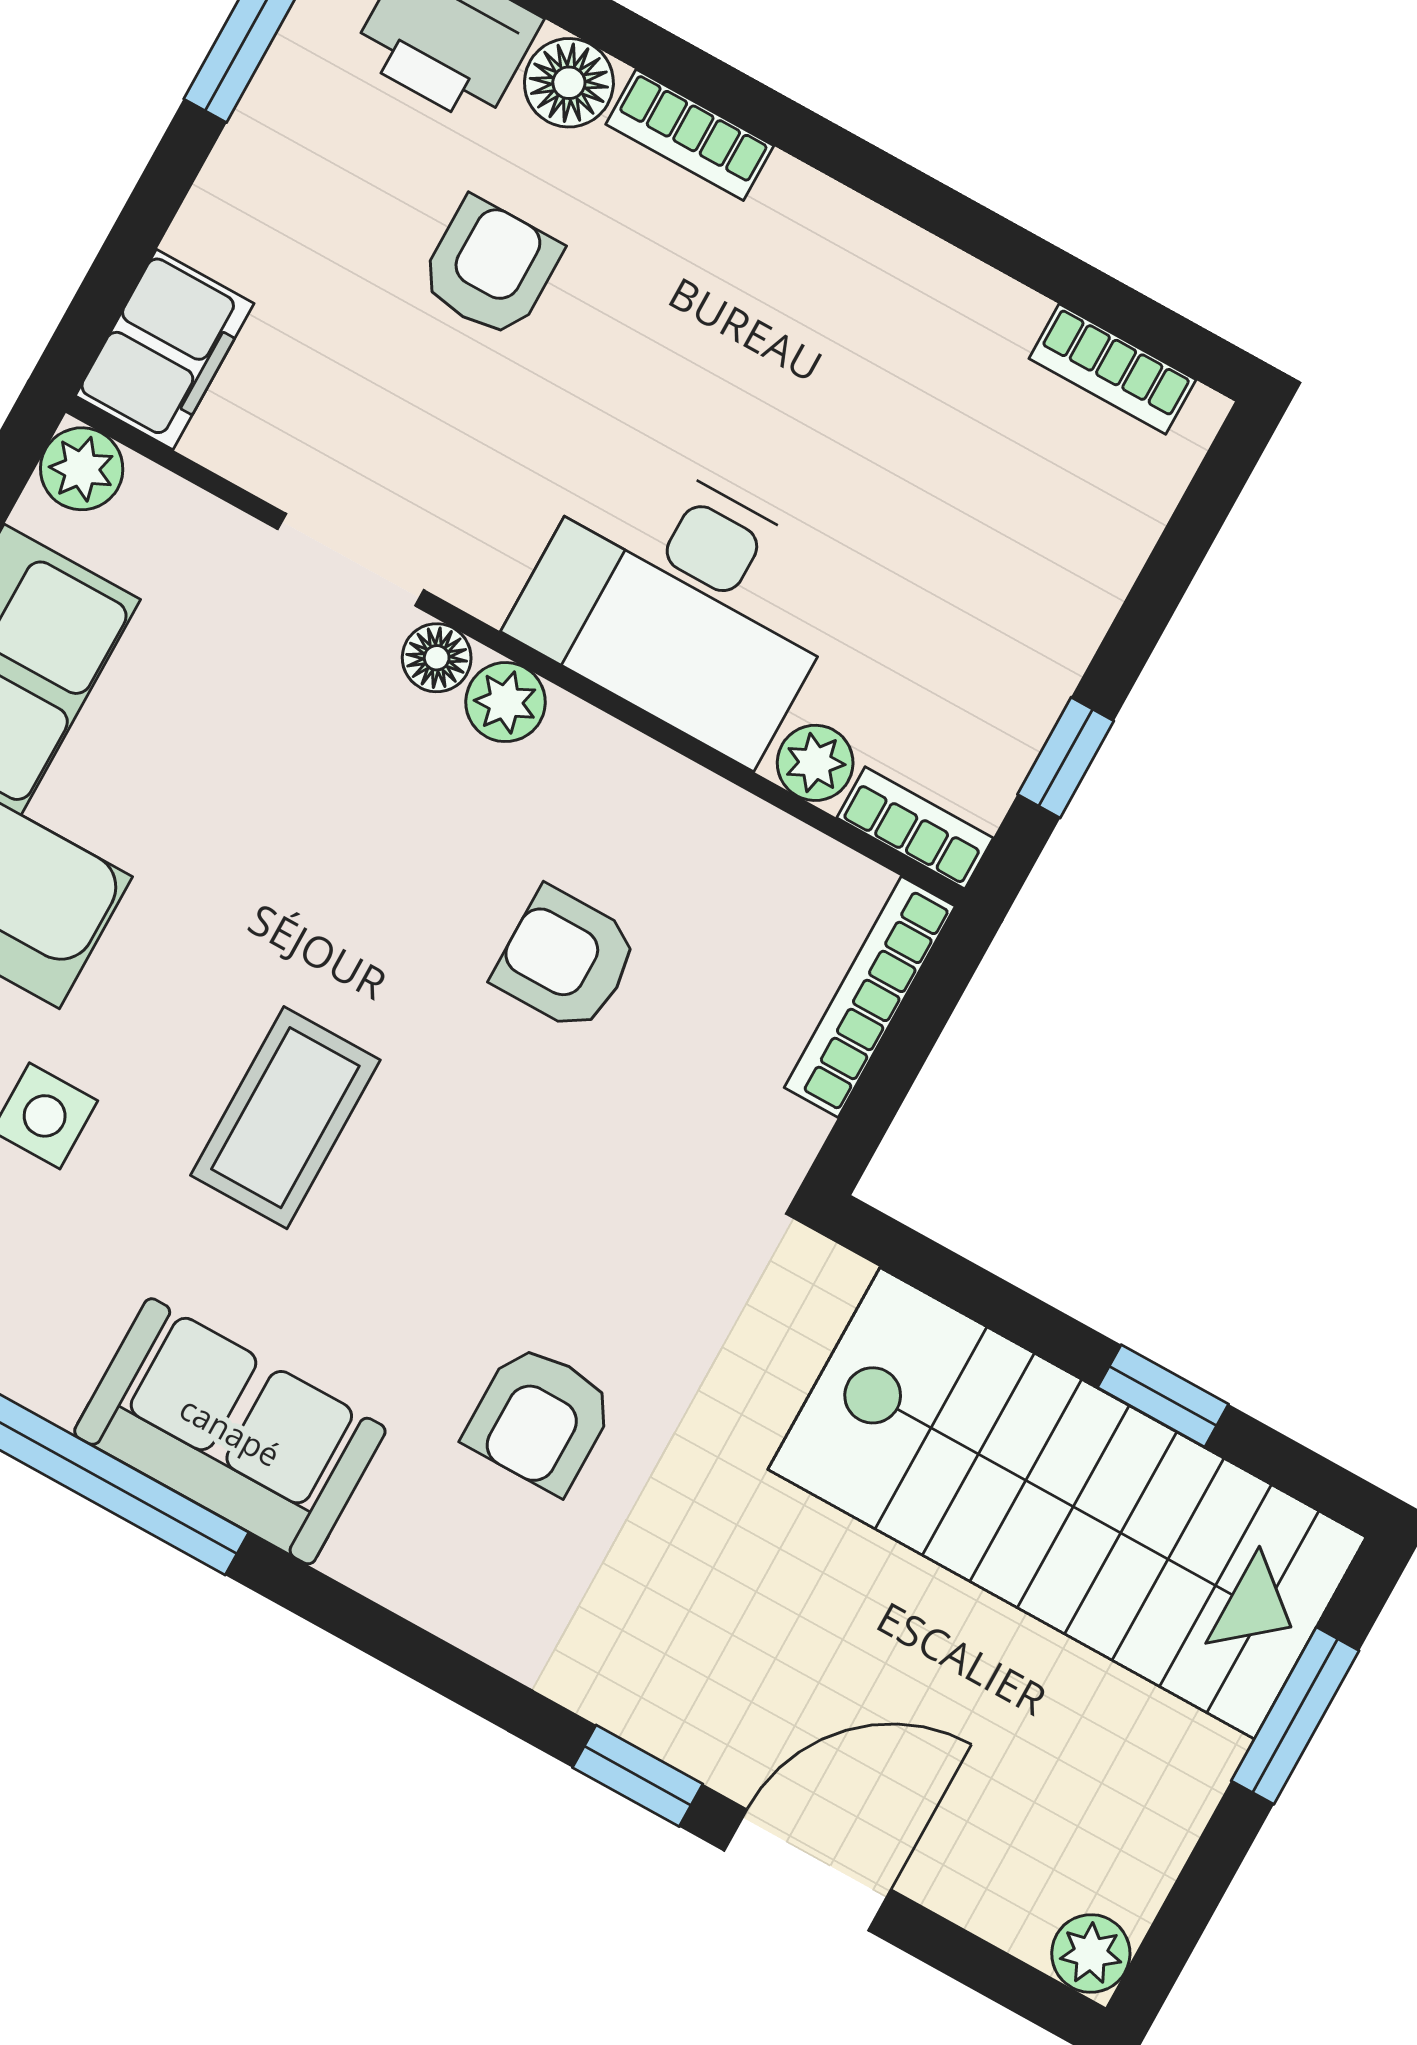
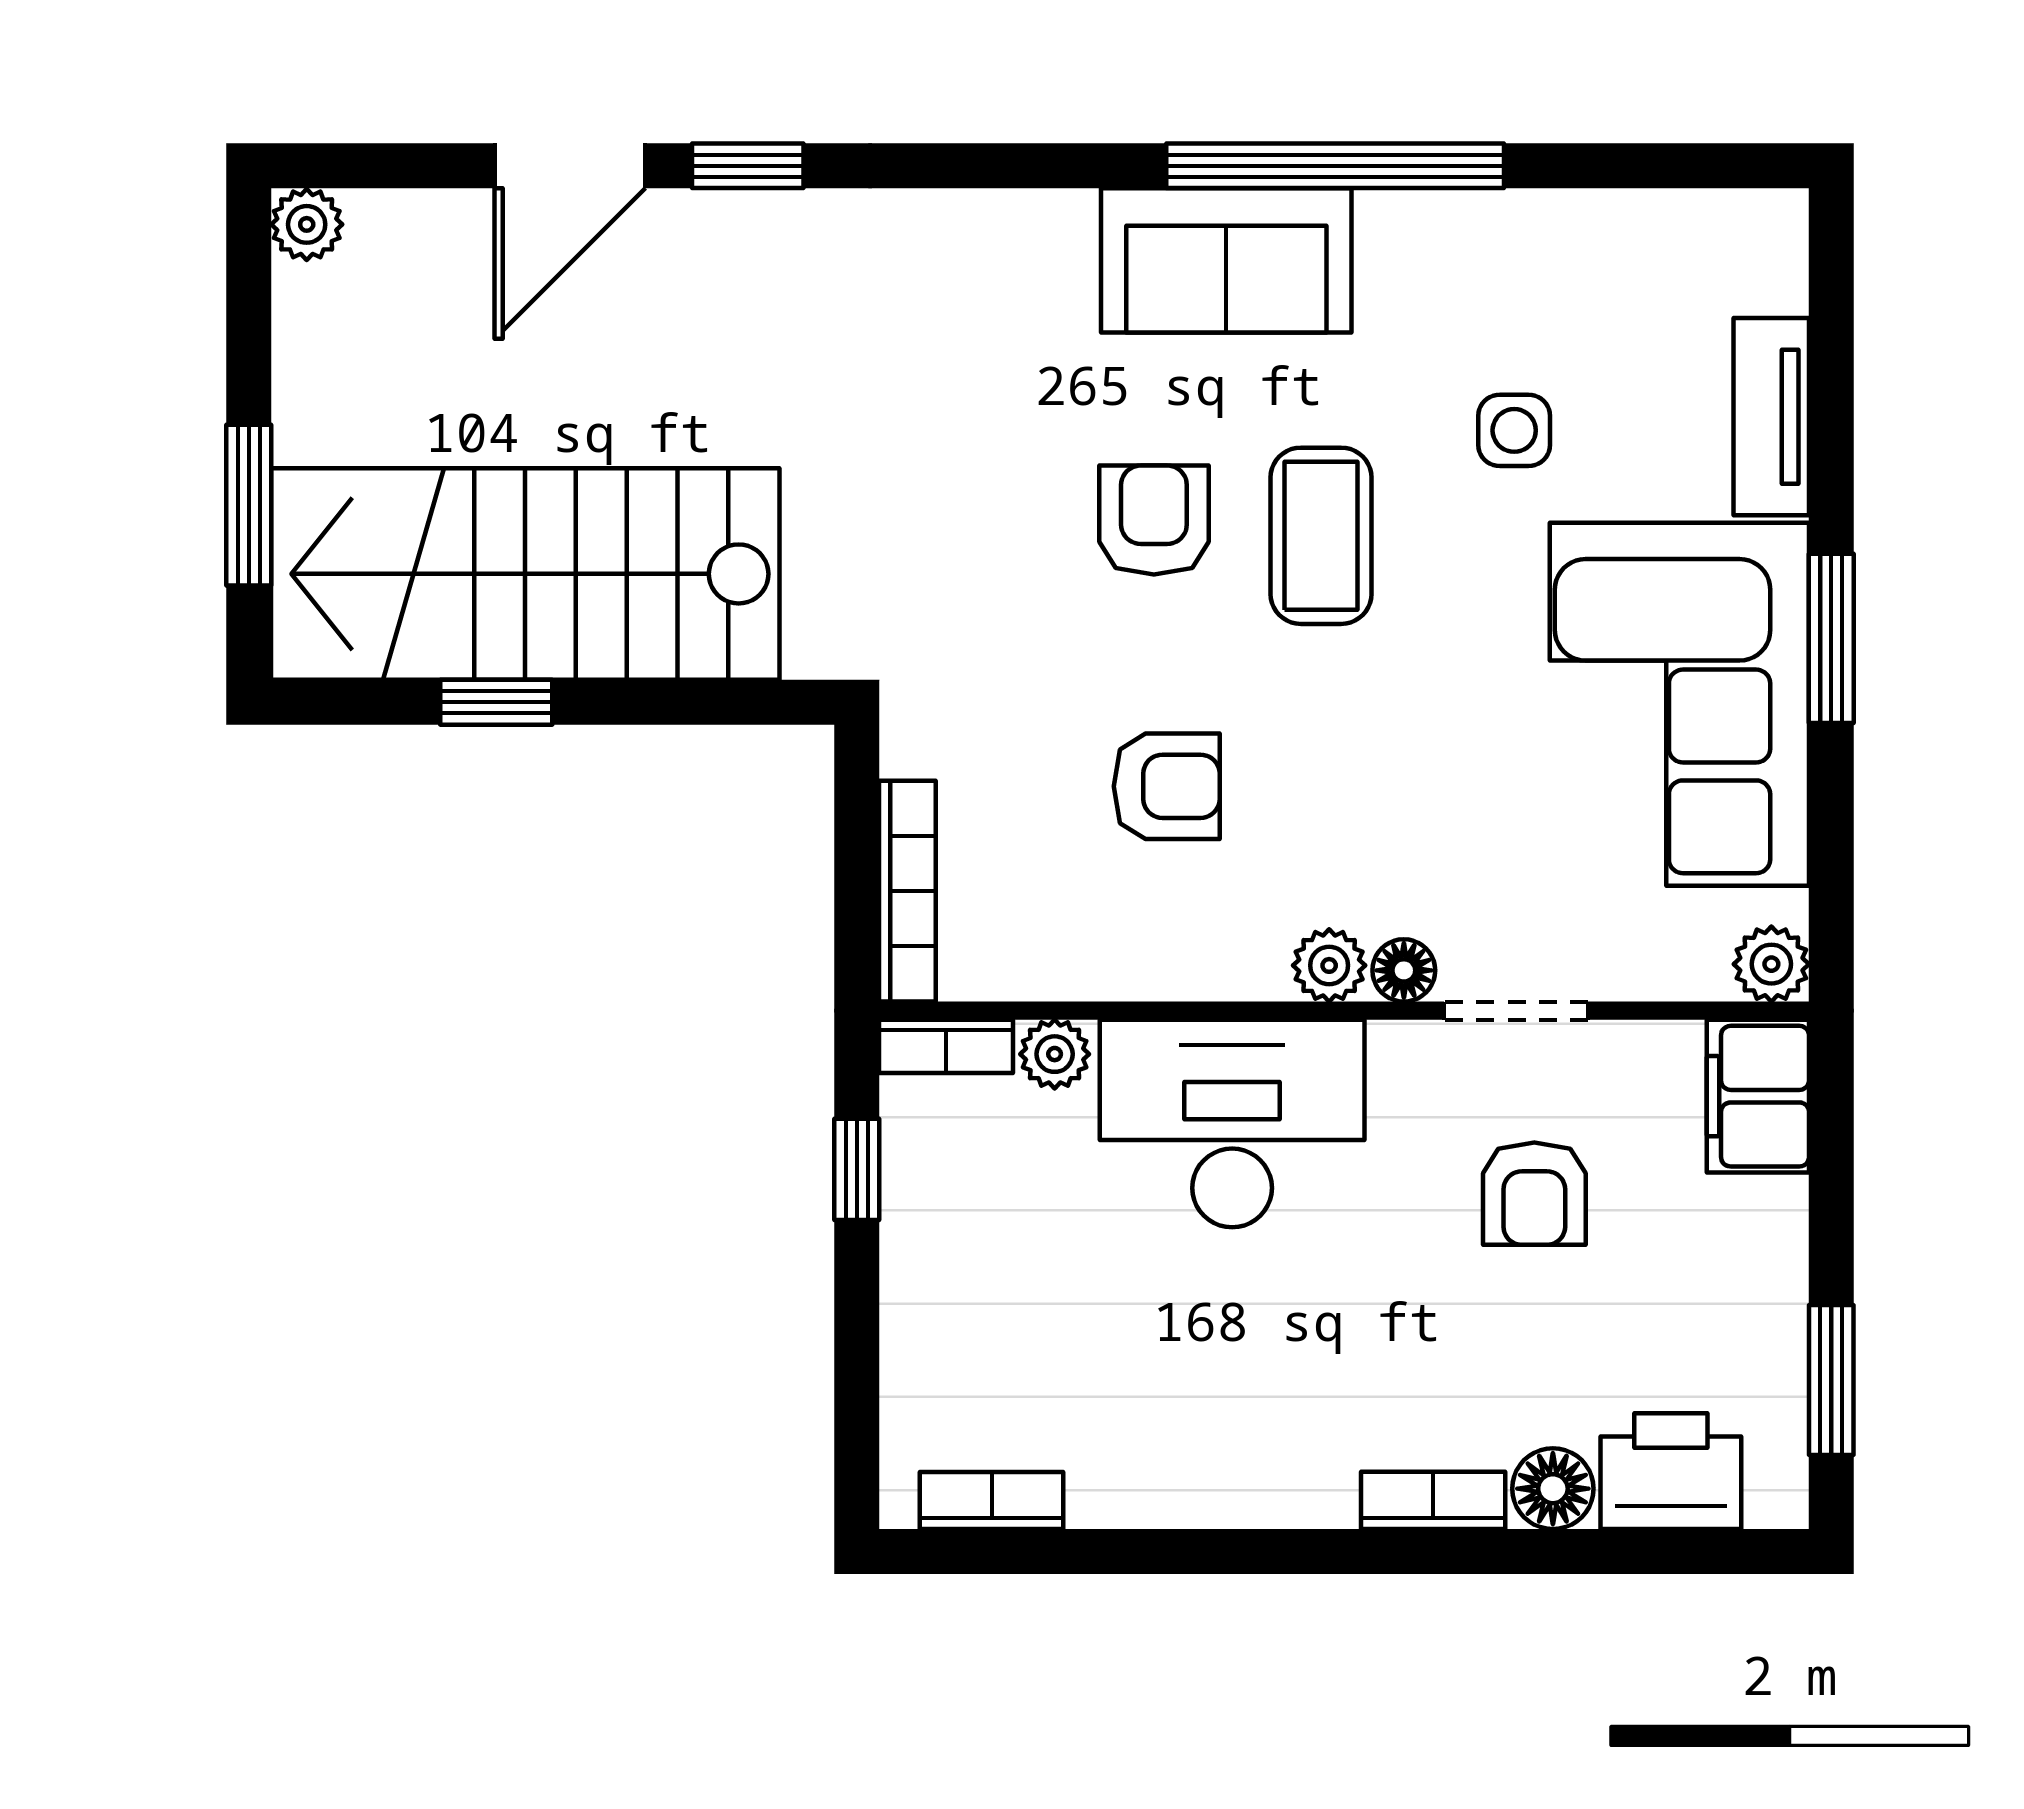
armchair: (490, 268) -> (1534, 1194), moved
armchair: (540, 1419) -> (1154, 520), moved

